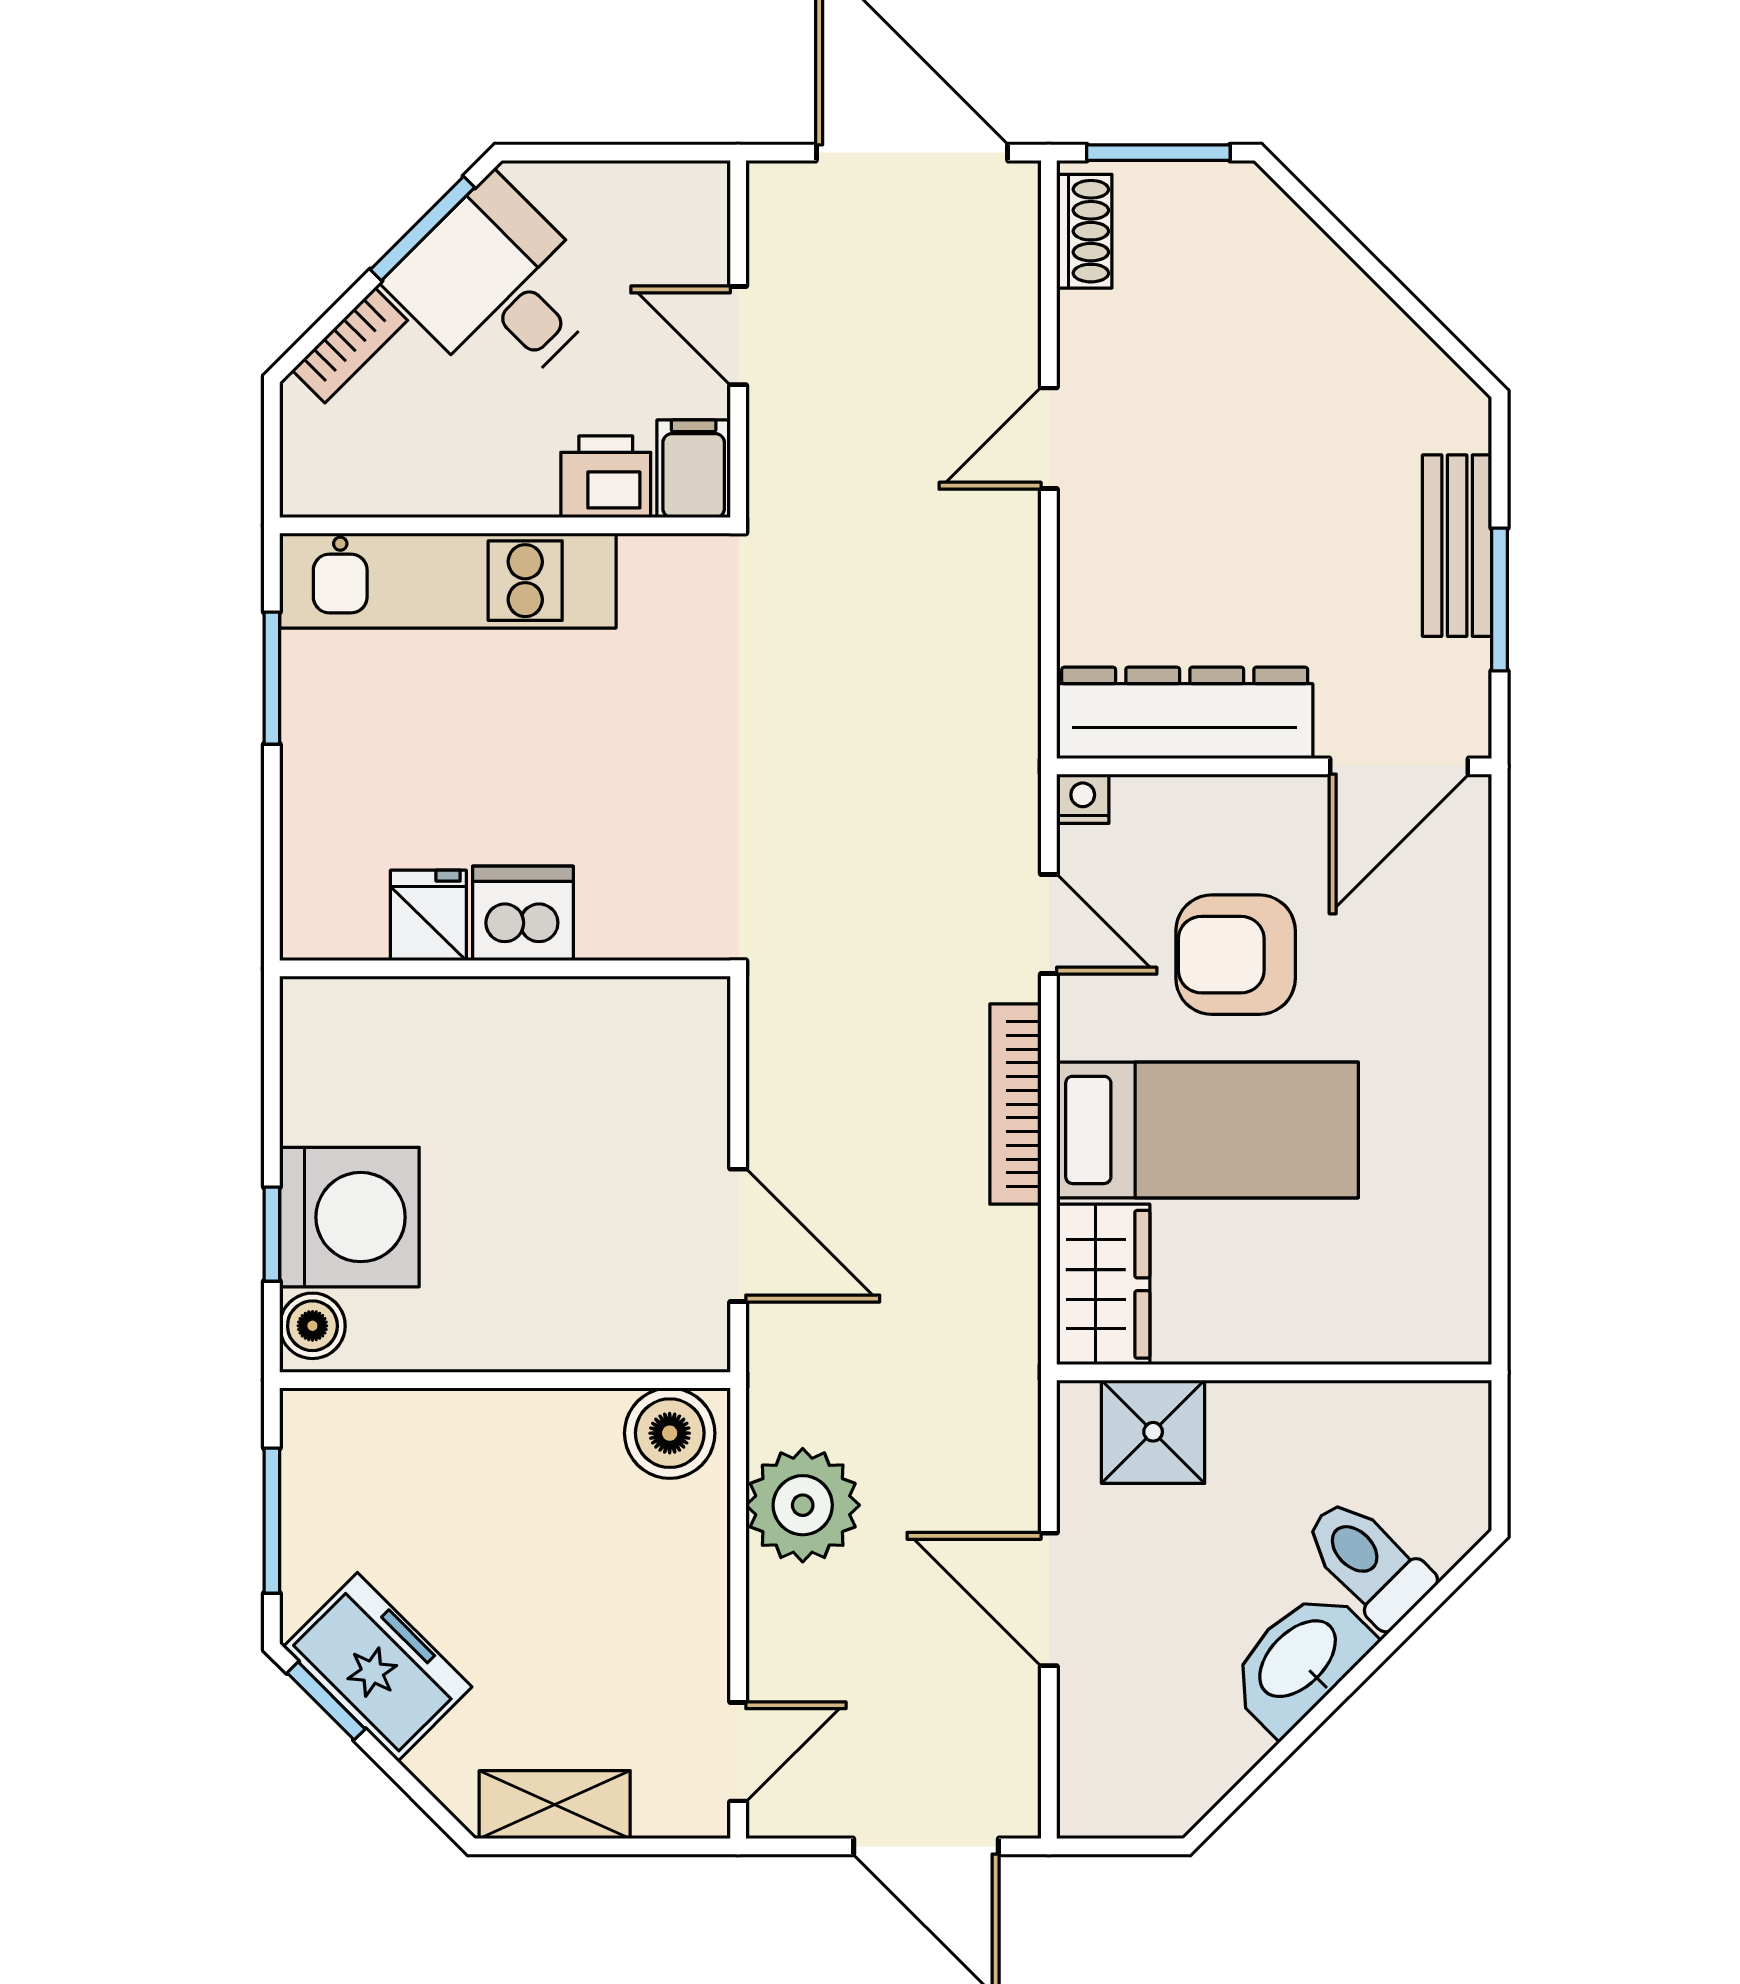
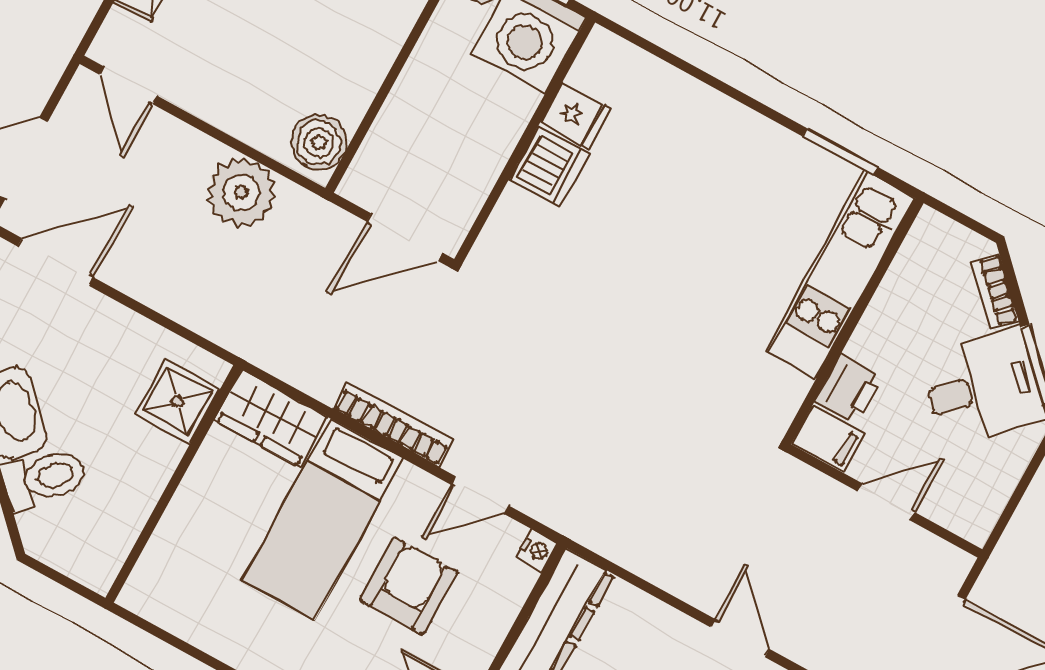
dishwasher: (523, 913) -> (549, 166), moved
fridge: (428, 915) -> (576, 115), moved
wall: (505, 968) -> (525, 141), moved
door: (1049, 1599) -> (56, 262), moved

